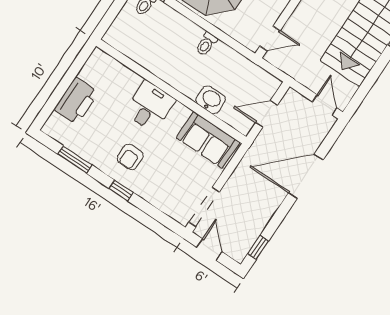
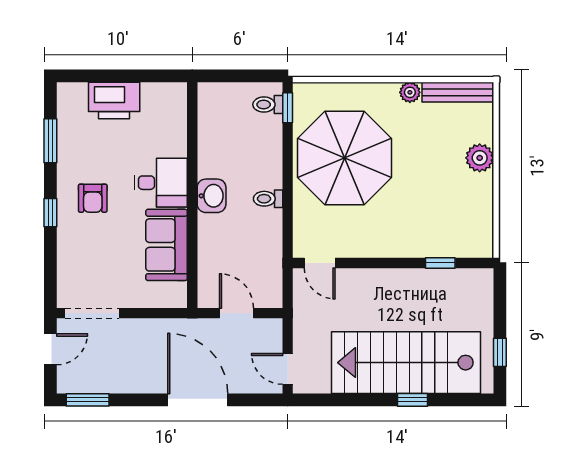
washbasin: (211, 100) -> (212, 196), moved
door: (325, 105) -> (288, 369), swing flipped
sofa: (208, 140) -> (167, 245), moved
armchair: (130, 157) -> (93, 198), turned -90
window: (258, 247) -> (88, 400), width x1.50

